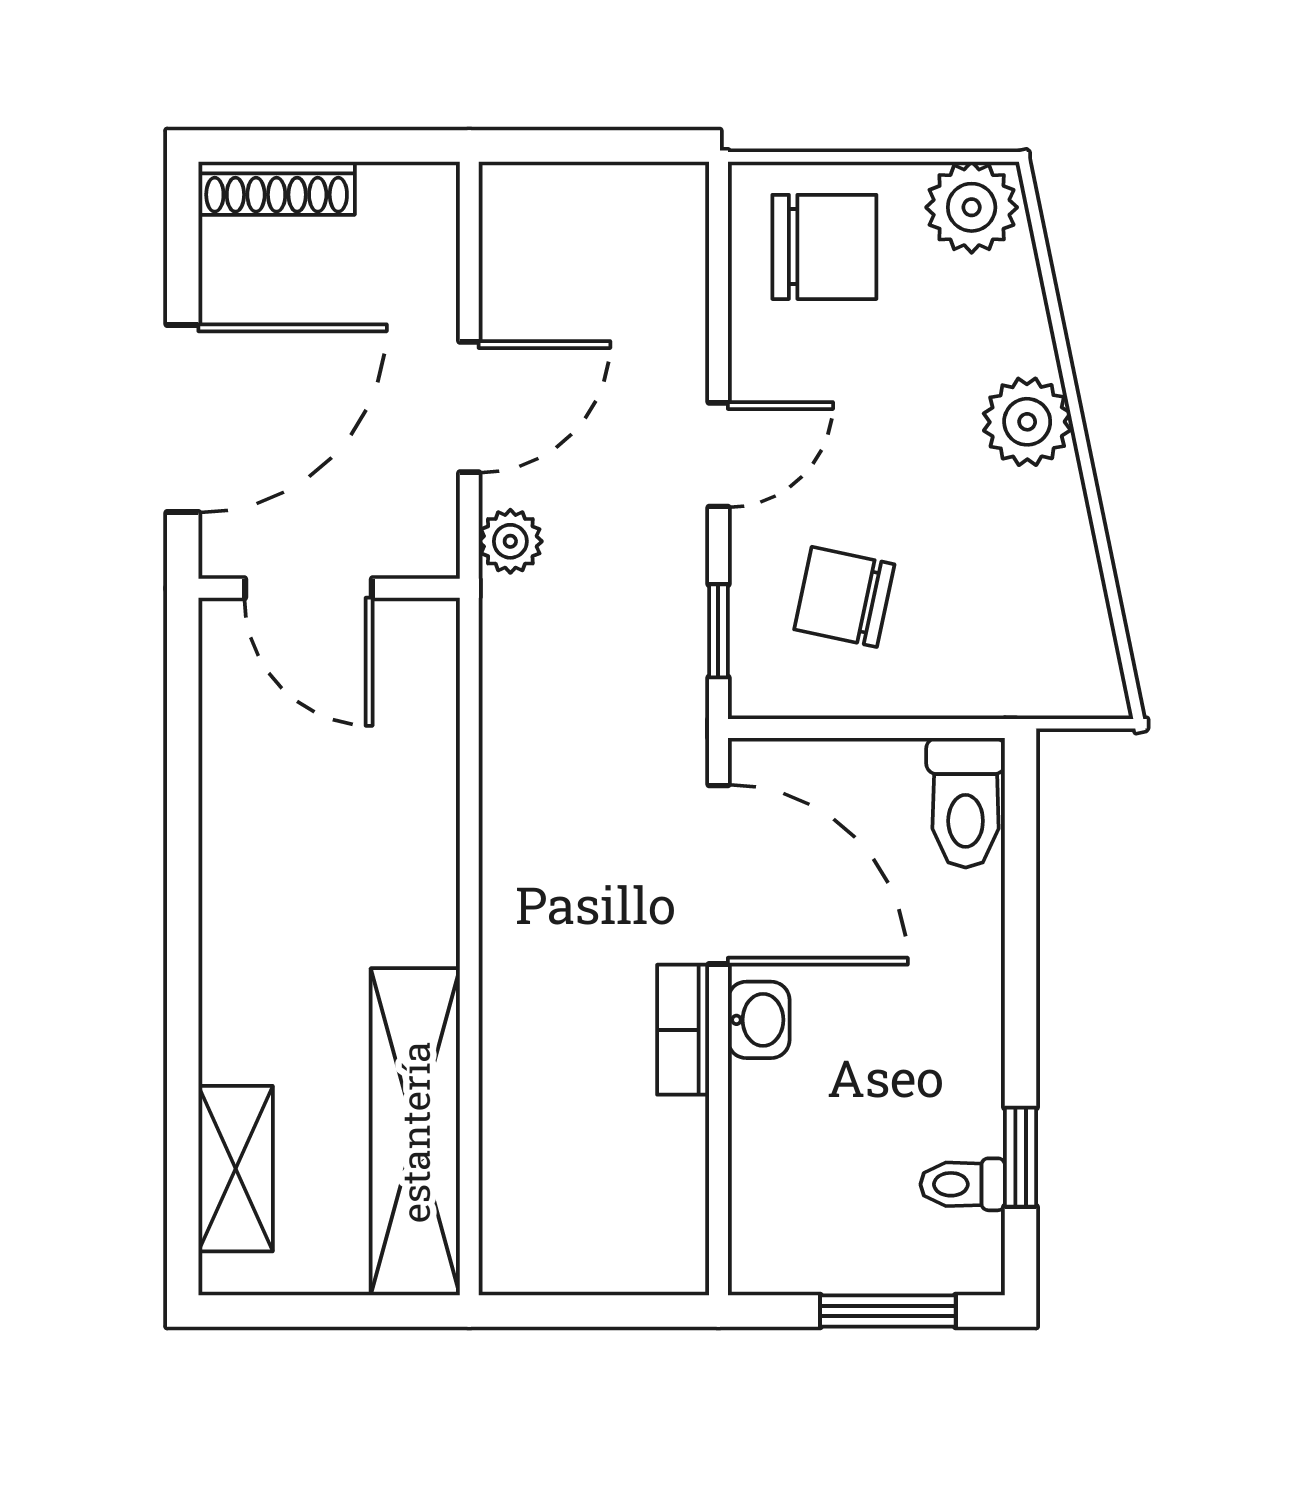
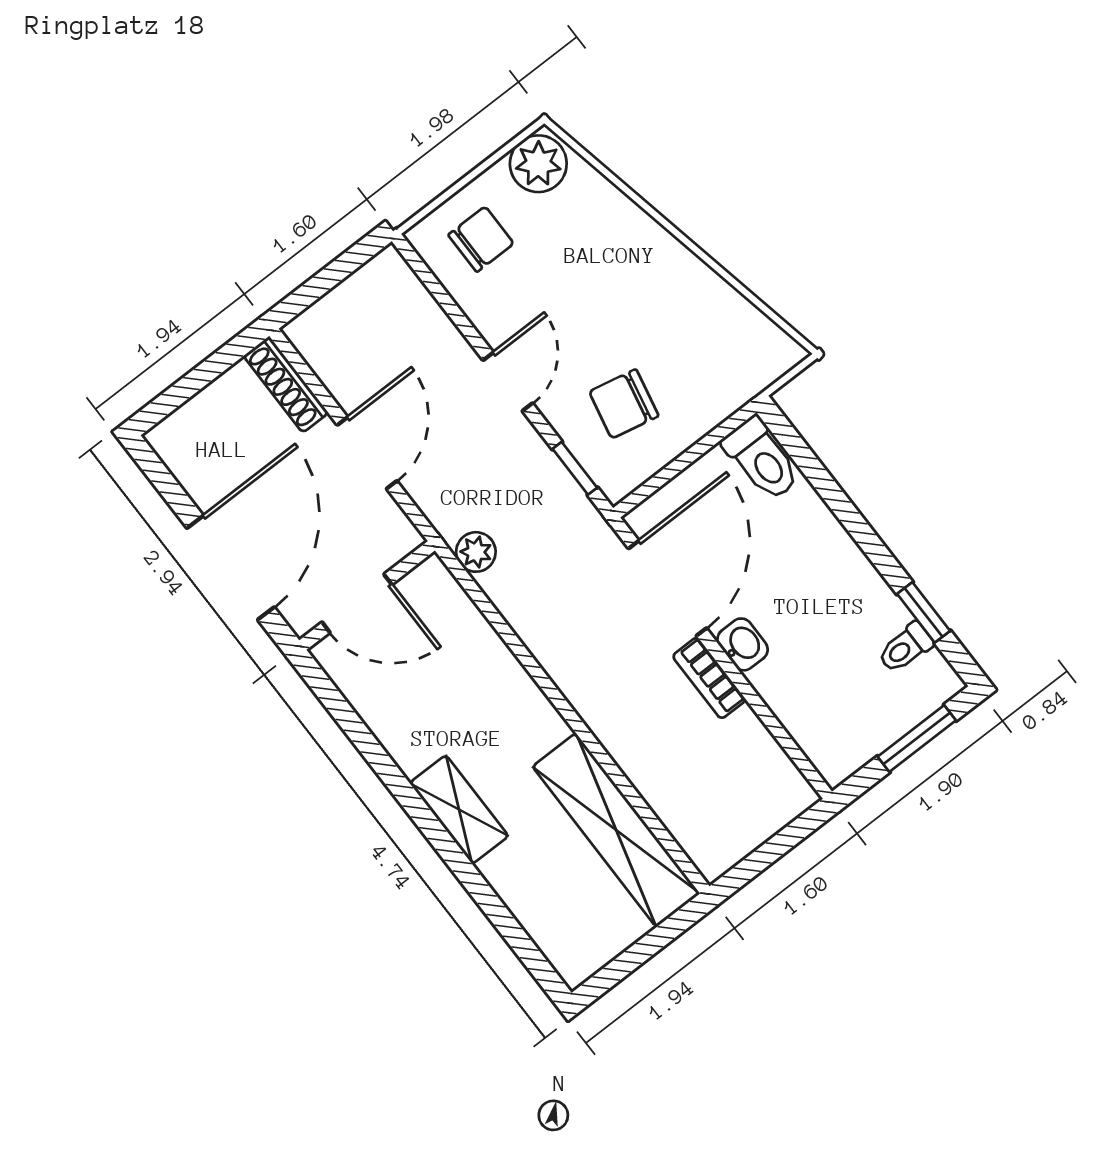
shoe rack: (277, 188) -> (286, 384), moved, turned 90
chair: (824, 247) -> (481, 239), width x0.73, depth x0.73
plant: (1027, 422) -> (647, 248), removed
plant: (510, 541) -> (476, 552), moved
door: (718, 875) -> (668, 588), hinge flipped
shelving: (236, 1169) -> (459, 810), moved

